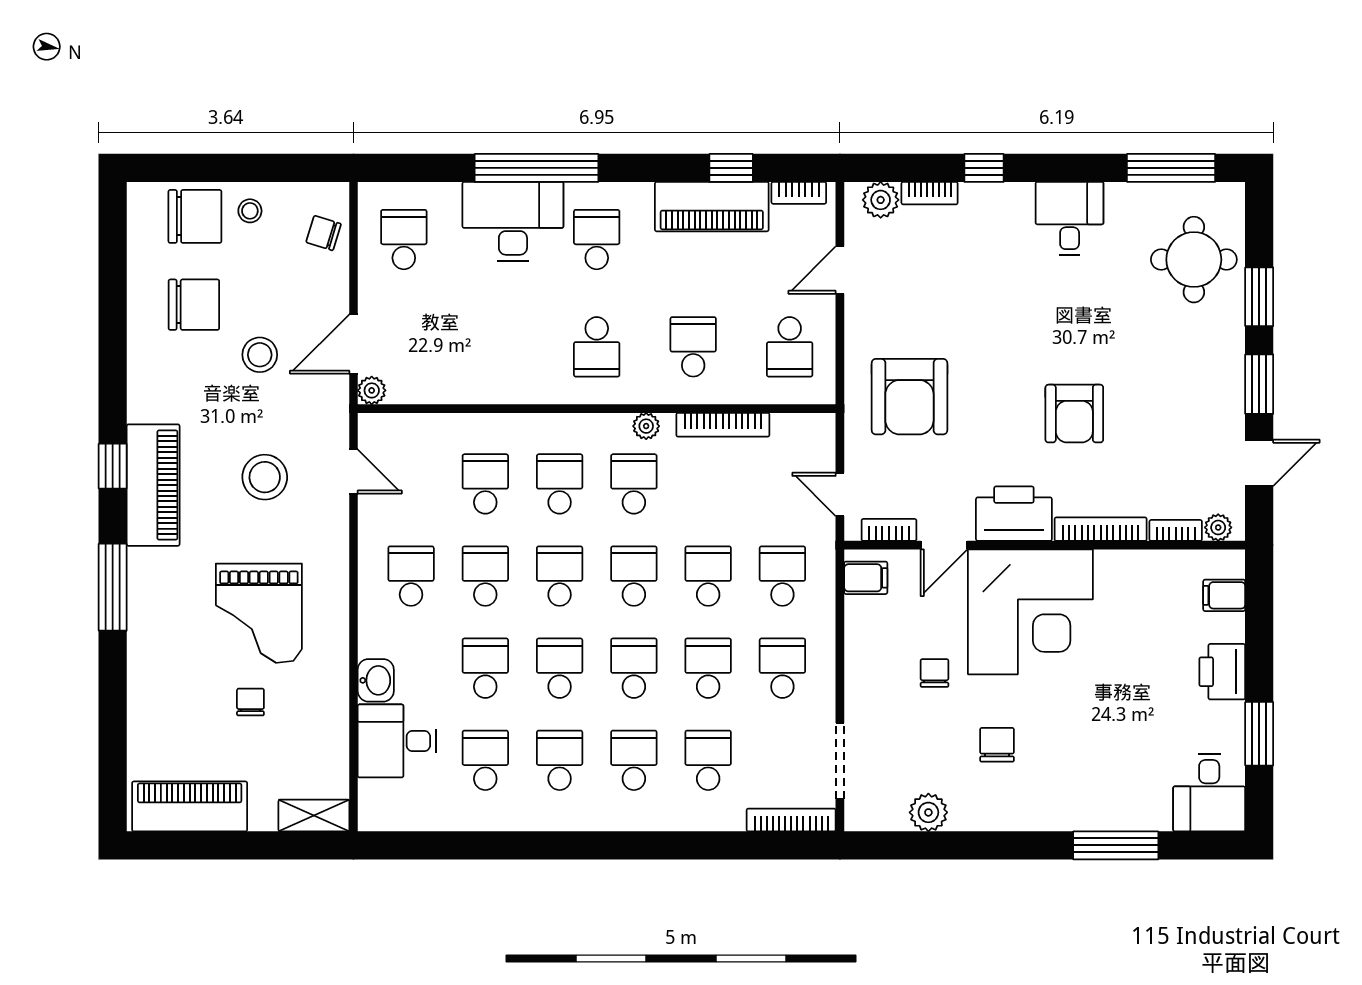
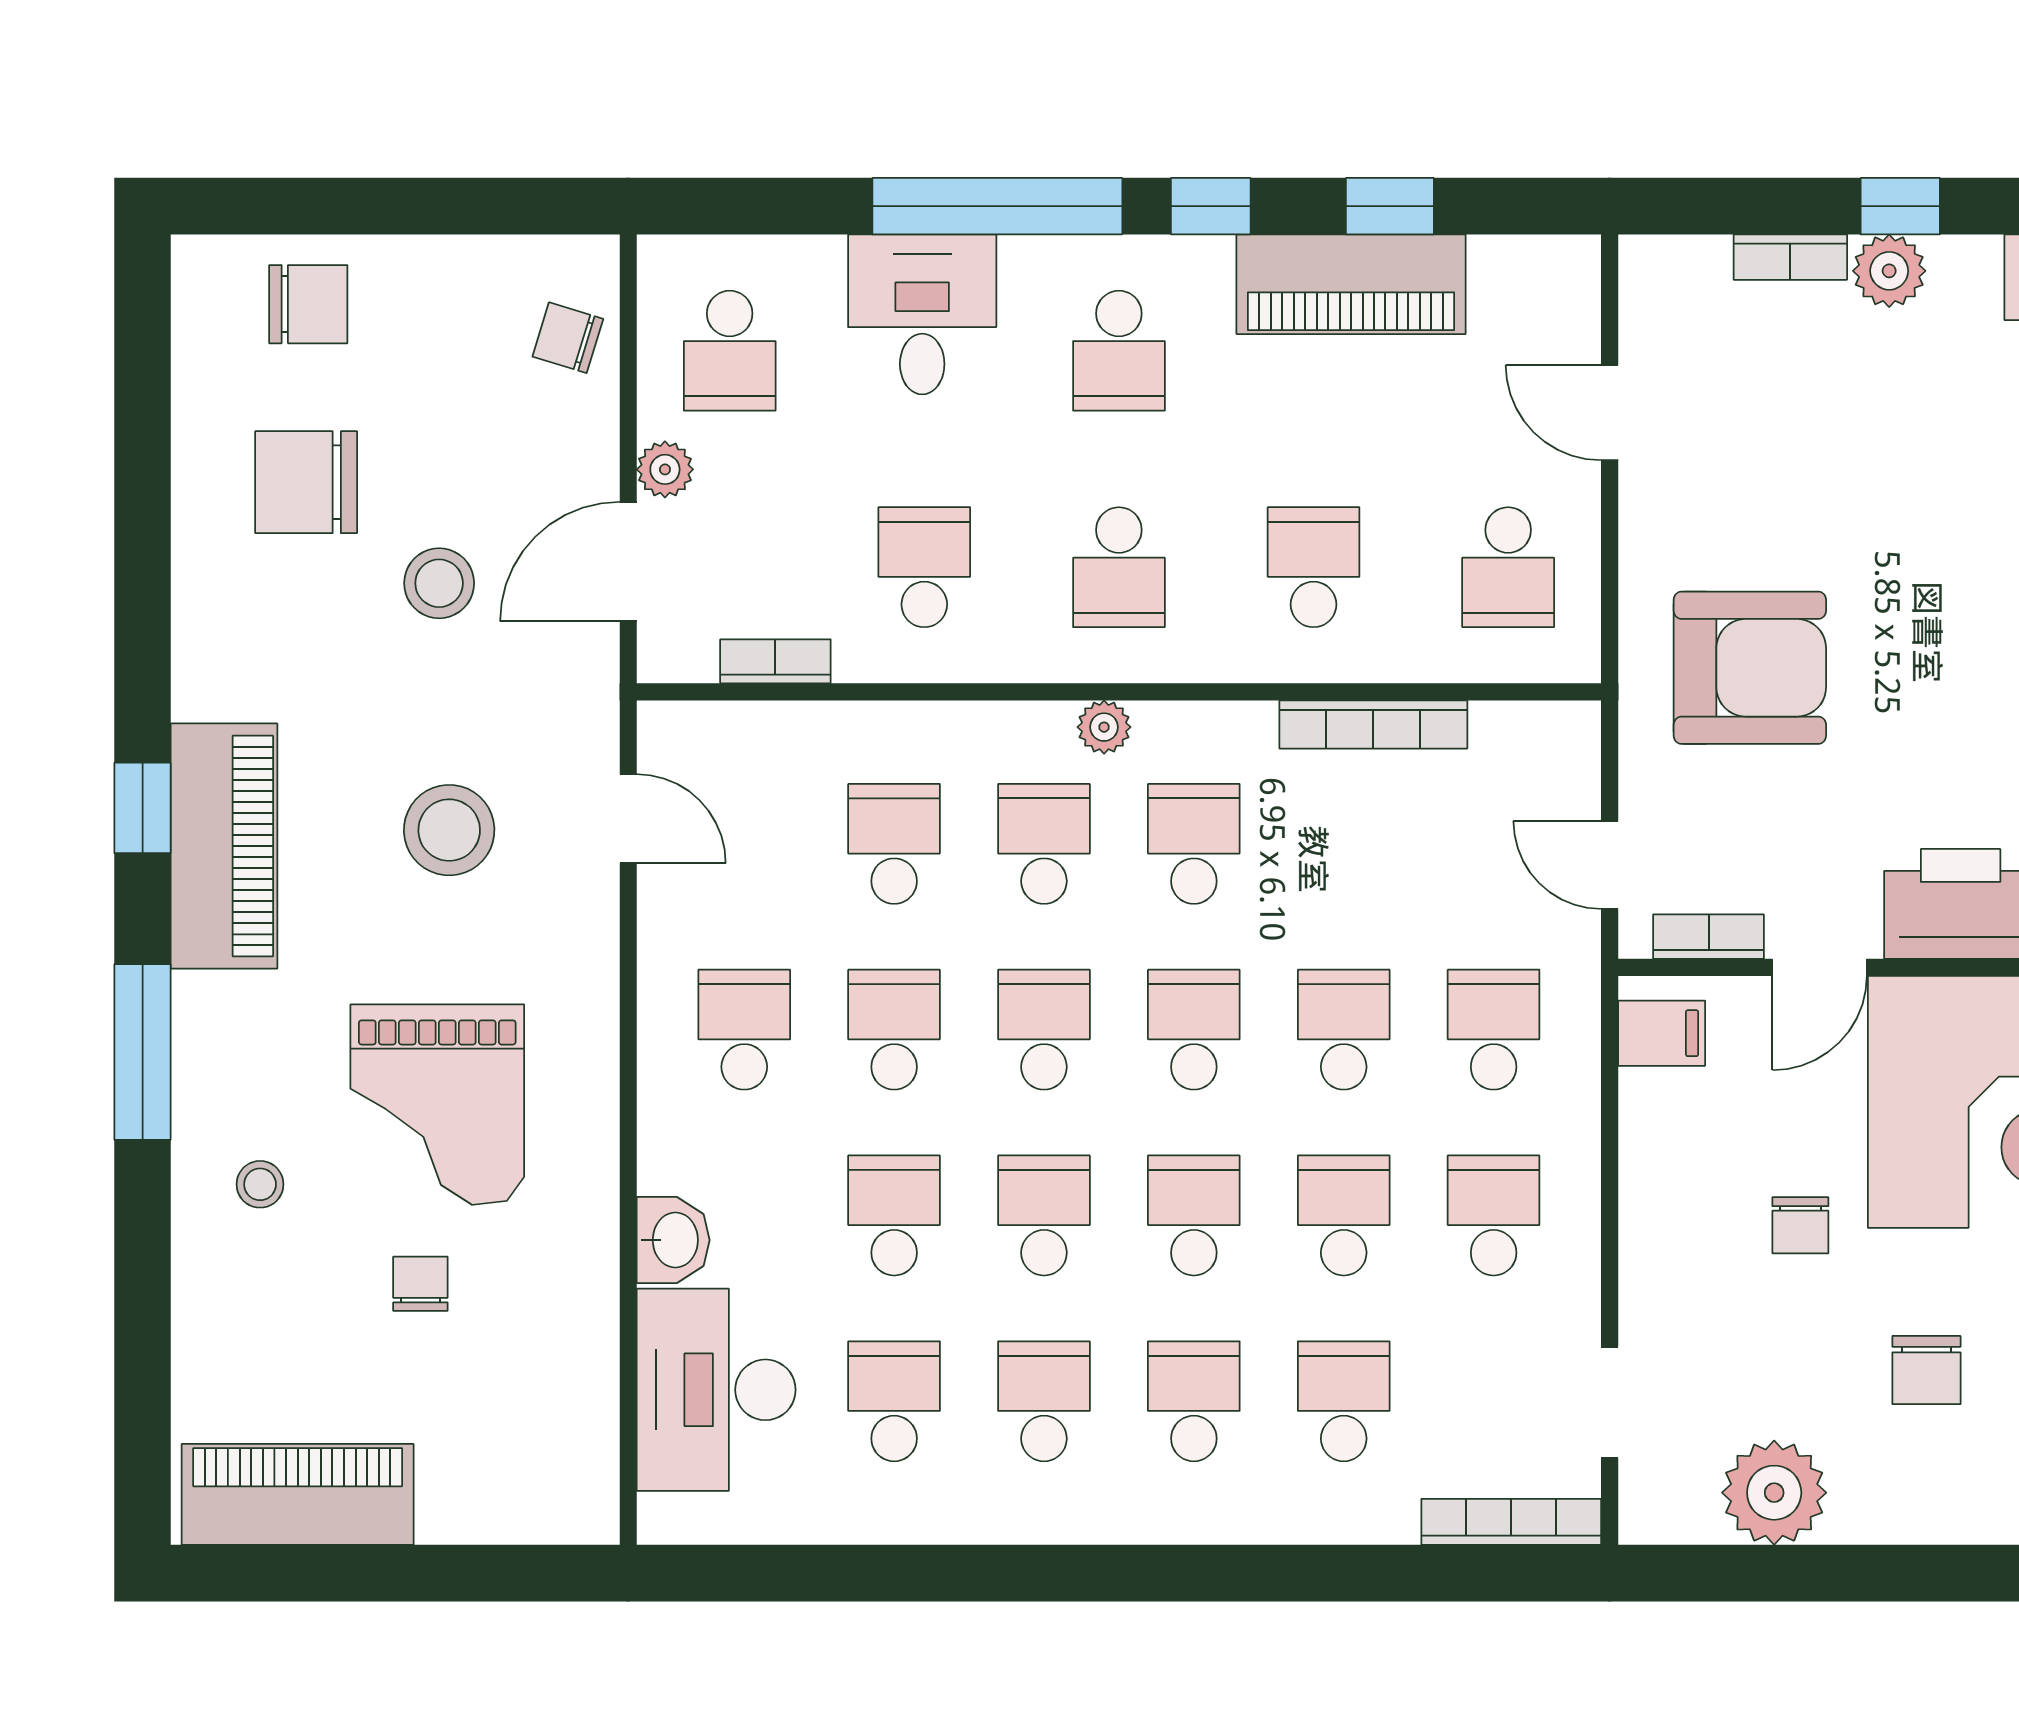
window: (642, 168) -> (1211, 206), added
bookcase: (799, 193) -> (775, 661), moved, turned 180
plant: (881, 200) -> (1889, 271), moved
stool: (250, 211) -> (260, 1184), moved
chair: (195, 216) -> (308, 304), width x0.73, depth x0.73
desk: (513, 222) -> (922, 314), width x0.73
school desk: (404, 240) -> (730, 351), turned 180
school desk: (597, 240) -> (1119, 351), turned 180
door: (840, 270) -> (1610, 412), hinge flipped
chair: (194, 305) -> (306, 482), turned 180
school desk: (500, 347) -> (924, 567), added
plant: (372, 390) -> (665, 469), moved
armchair: (909, 397) -> (1750, 668), turned -90
plant: (646, 426) -> (1104, 727), moved
chair: (934, 673) -> (1800, 1225), turned 180
desk: (397, 741) -> (716, 1390), width x1.37
chair: (997, 745) -> (1926, 1370), turned 180
doorway: (840, 761) -> (1610, 1402), width x0.73
plant: (928, 812) -> (1774, 1493), width x1.36, depth x1.36
shelving: (314, 815) -> (548, 1513), removed

